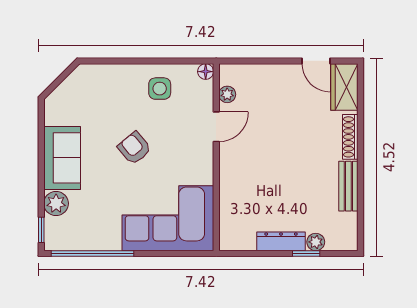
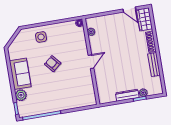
side table: (160, 89) -> (41, 37), moved
door: (216, 127) -> (91, 62), moved
corner sofa: (168, 218) -> (73, 93), removed

